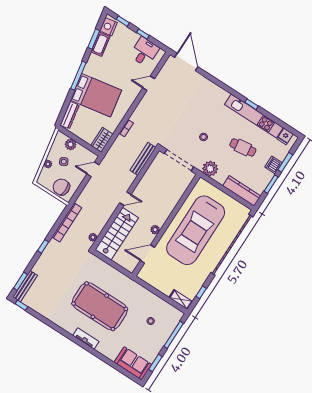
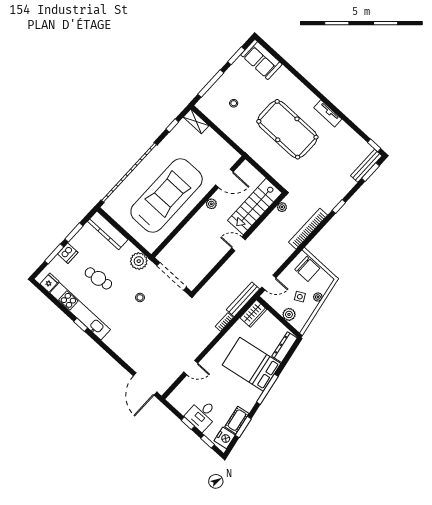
desk: (144, 52) -> (202, 415), moved
bench: (143, 159) -> (243, 299), moved
tv unit: (86, 338) -> (328, 113), moved

